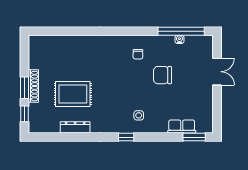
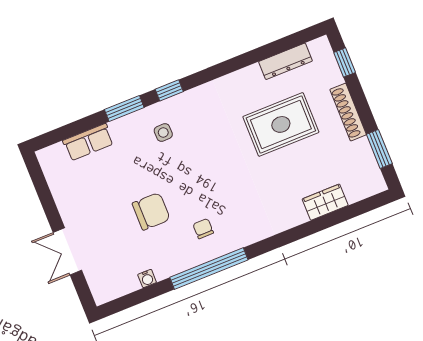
window: (181, 31) -> (209, 269), moved
wardrobe: (66, 42) -> (325, 202), added
window: (24, 88) -> (379, 149), moved
dresser: (75, 127) -> (285, 61), moved
window: (194, 137) -> (124, 108), moved

